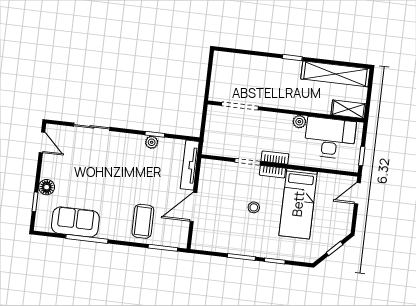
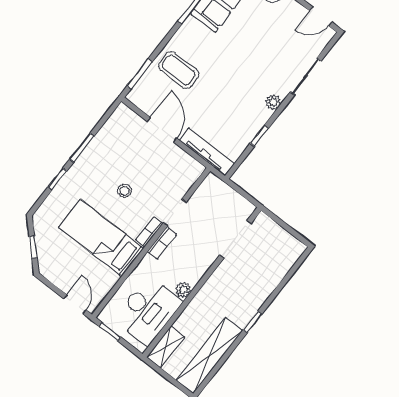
plant: (152, 142) -> (273, 102), moved

